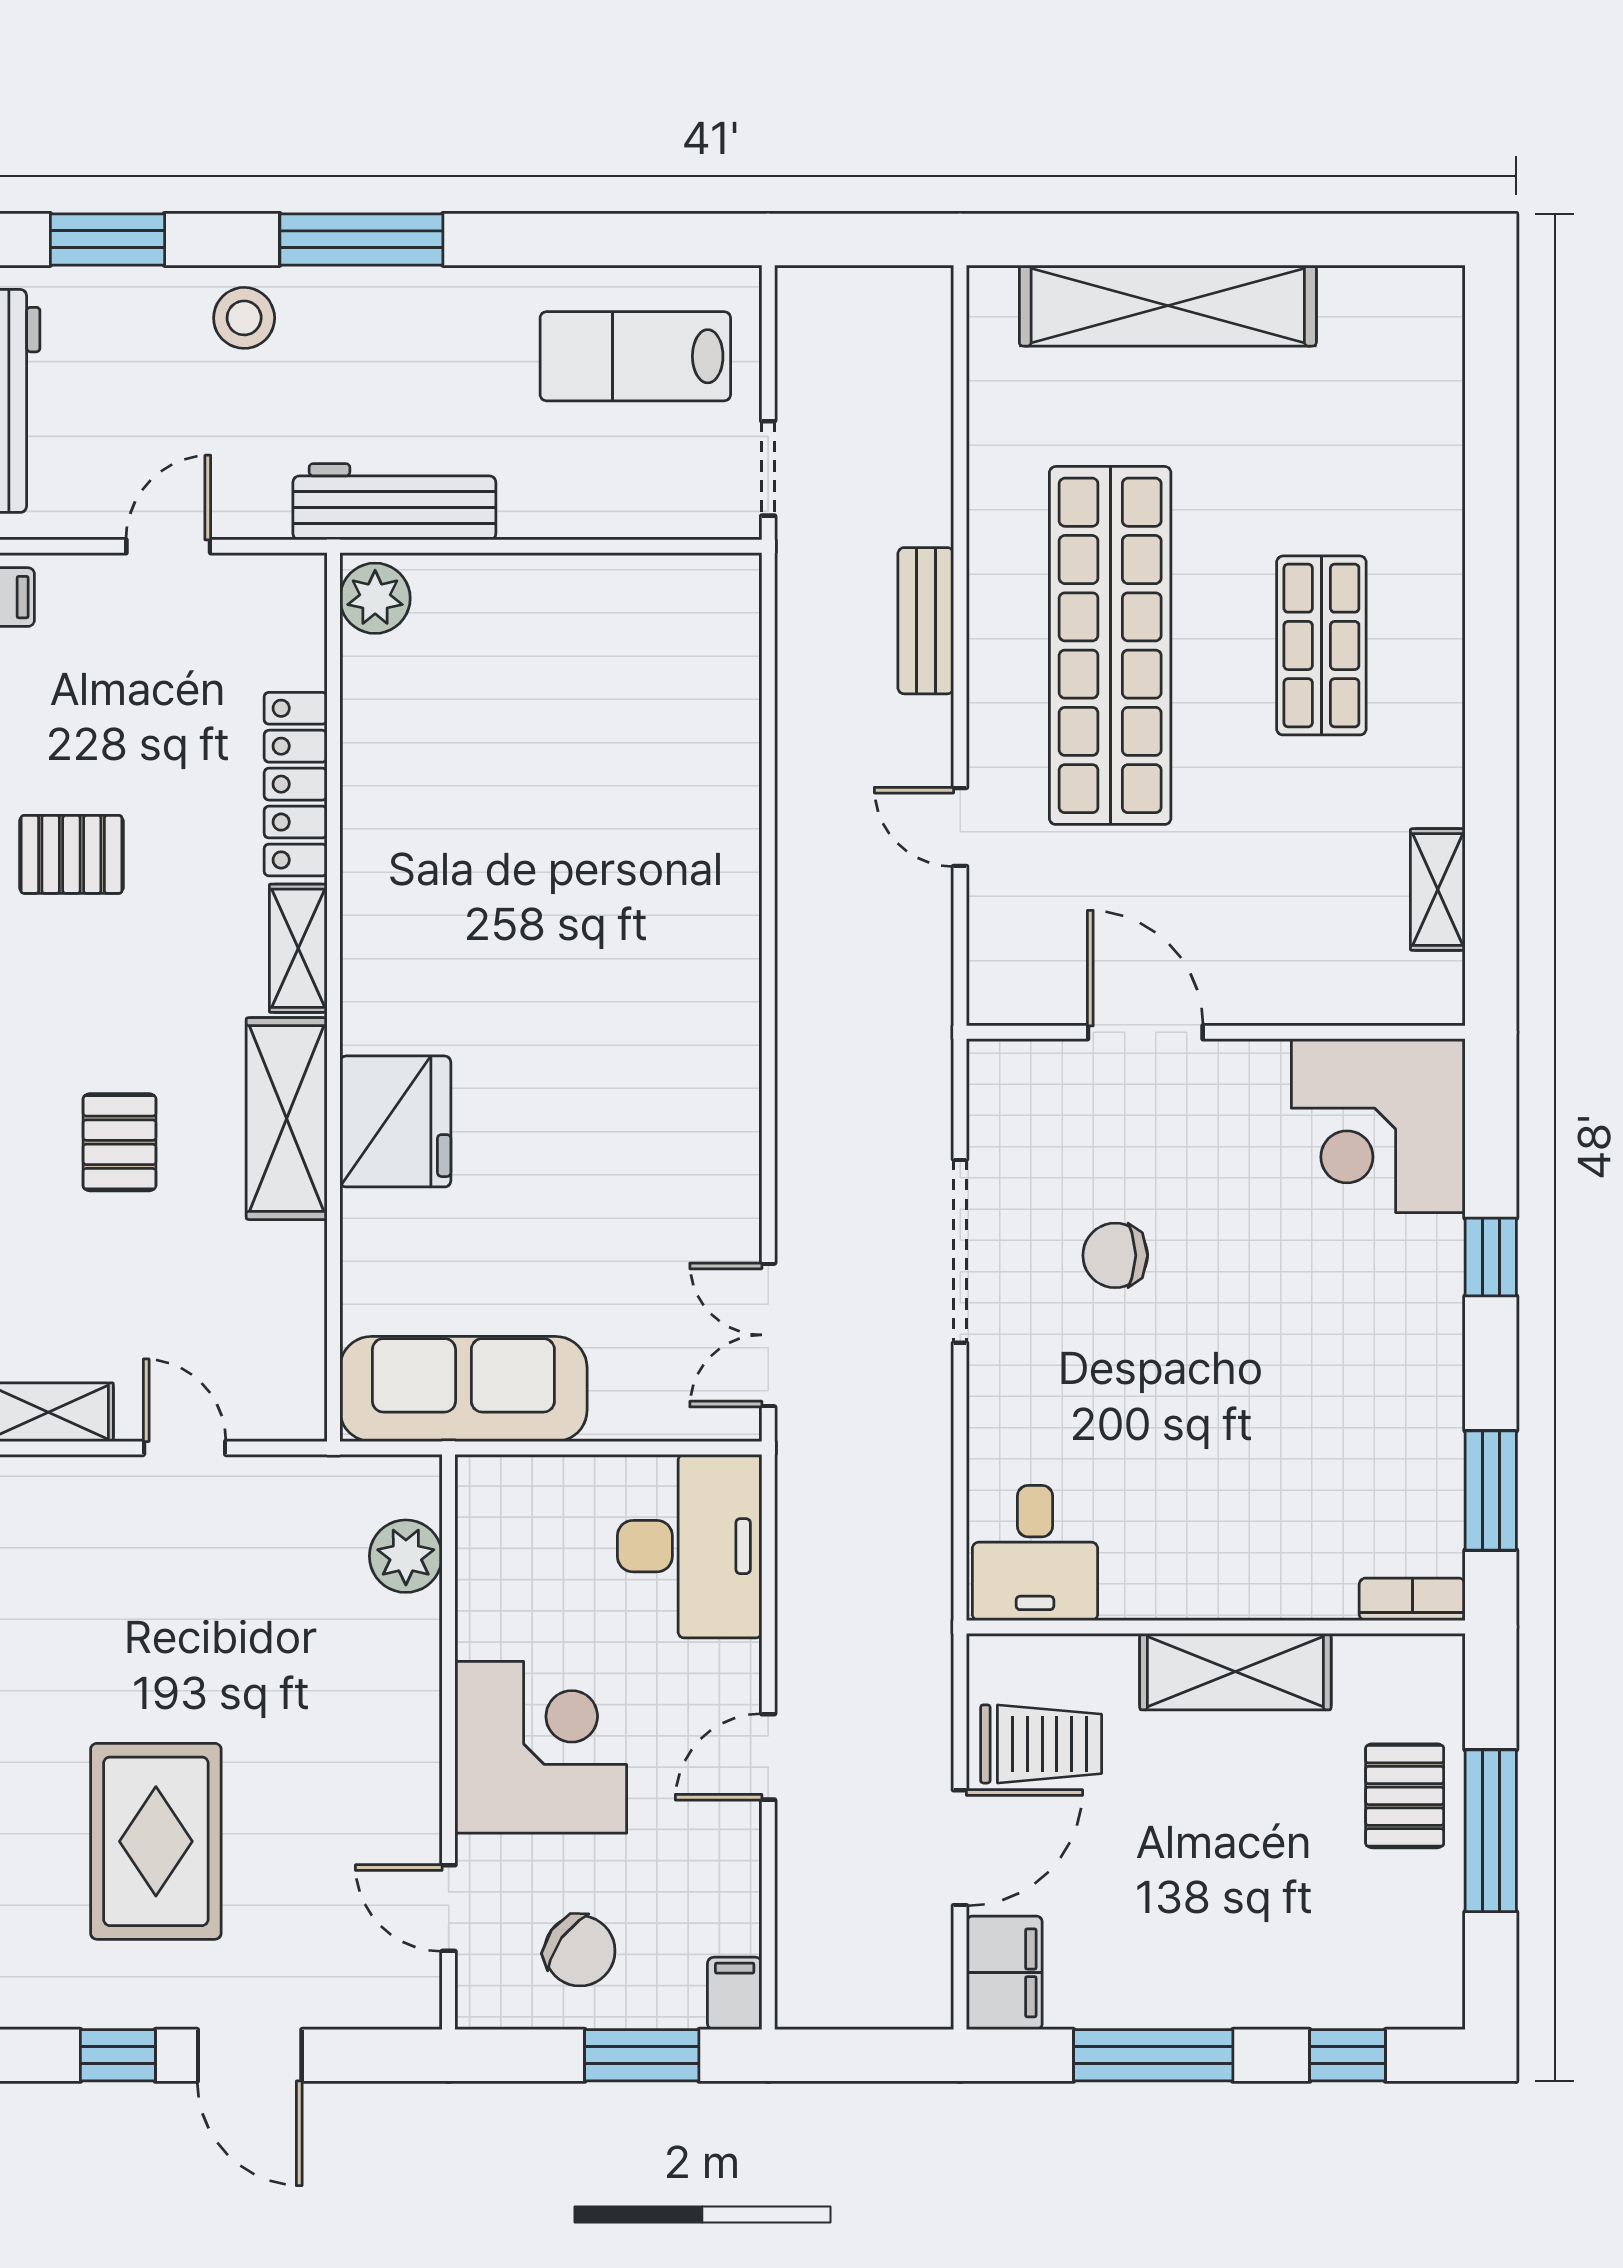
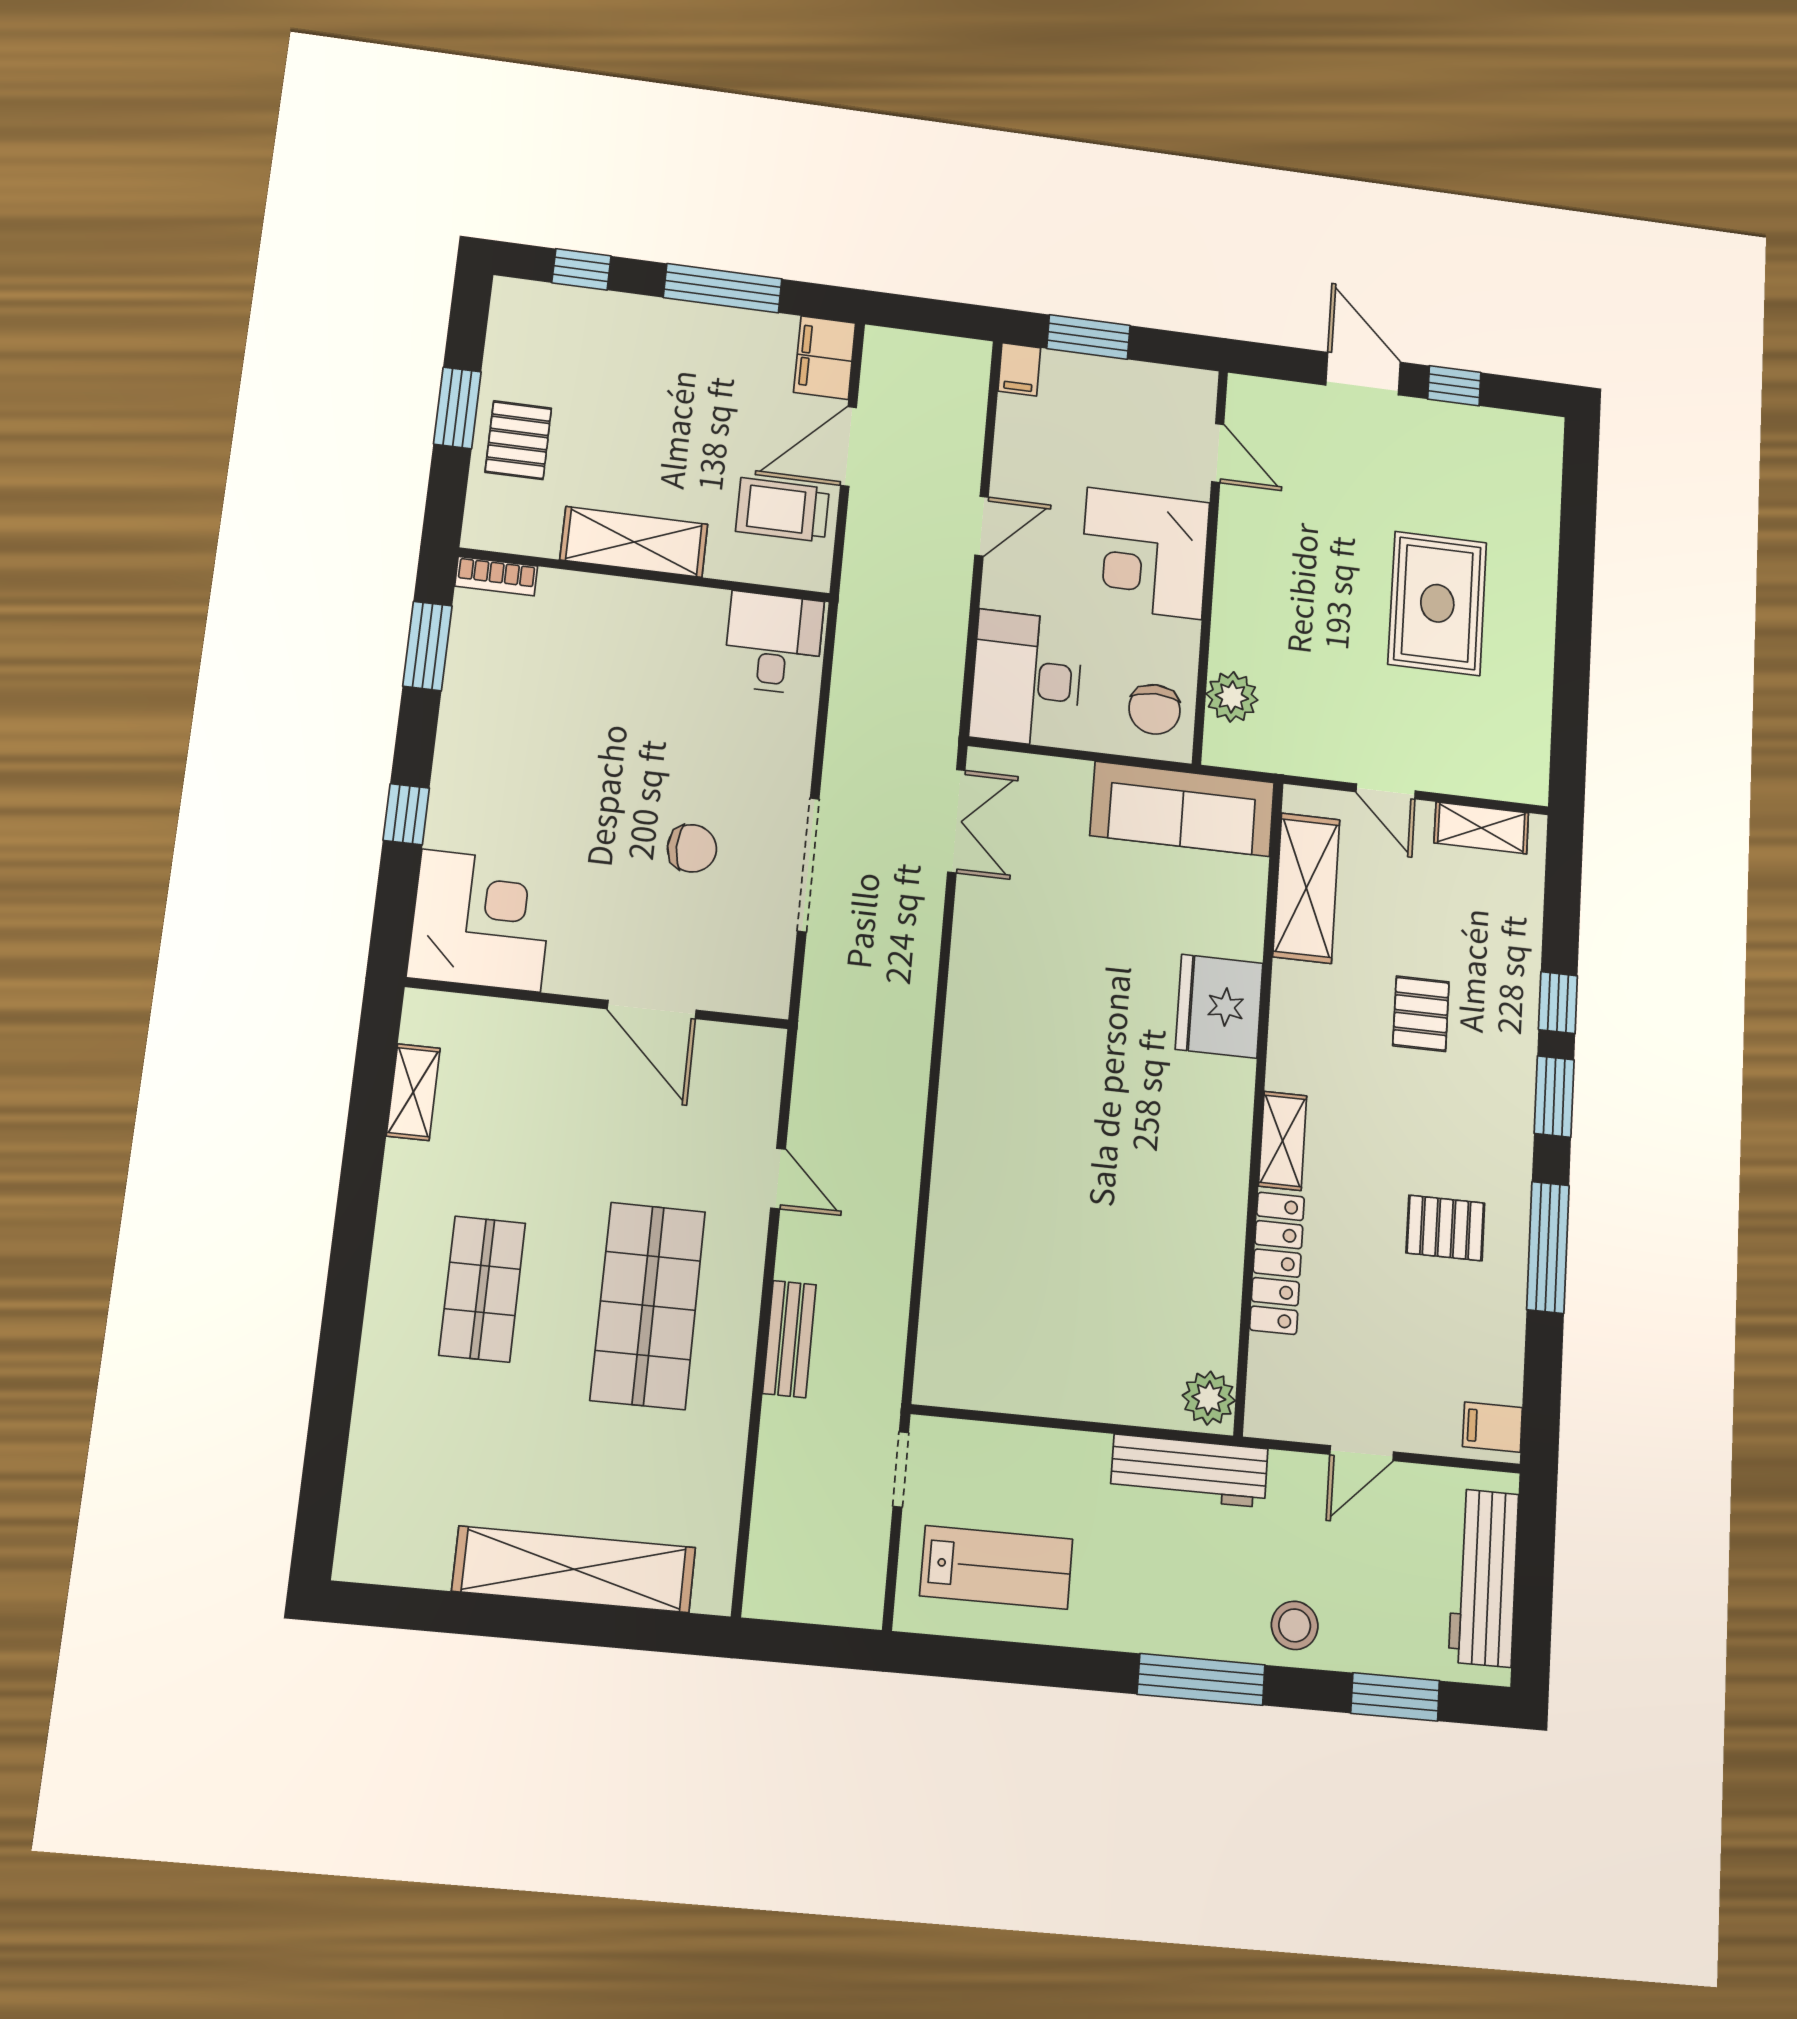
shop shelf: (1110, 645) -> (648, 1306), width x0.71
shelving: (287, 1119) -> (1306, 888), moved
window: (1491, 1831) -> (457, 408), width x0.69
rug: (156, 1841) -> (1437, 603), moved
chair: (580, 1951) -> (1155, 709), moved, turned -126

